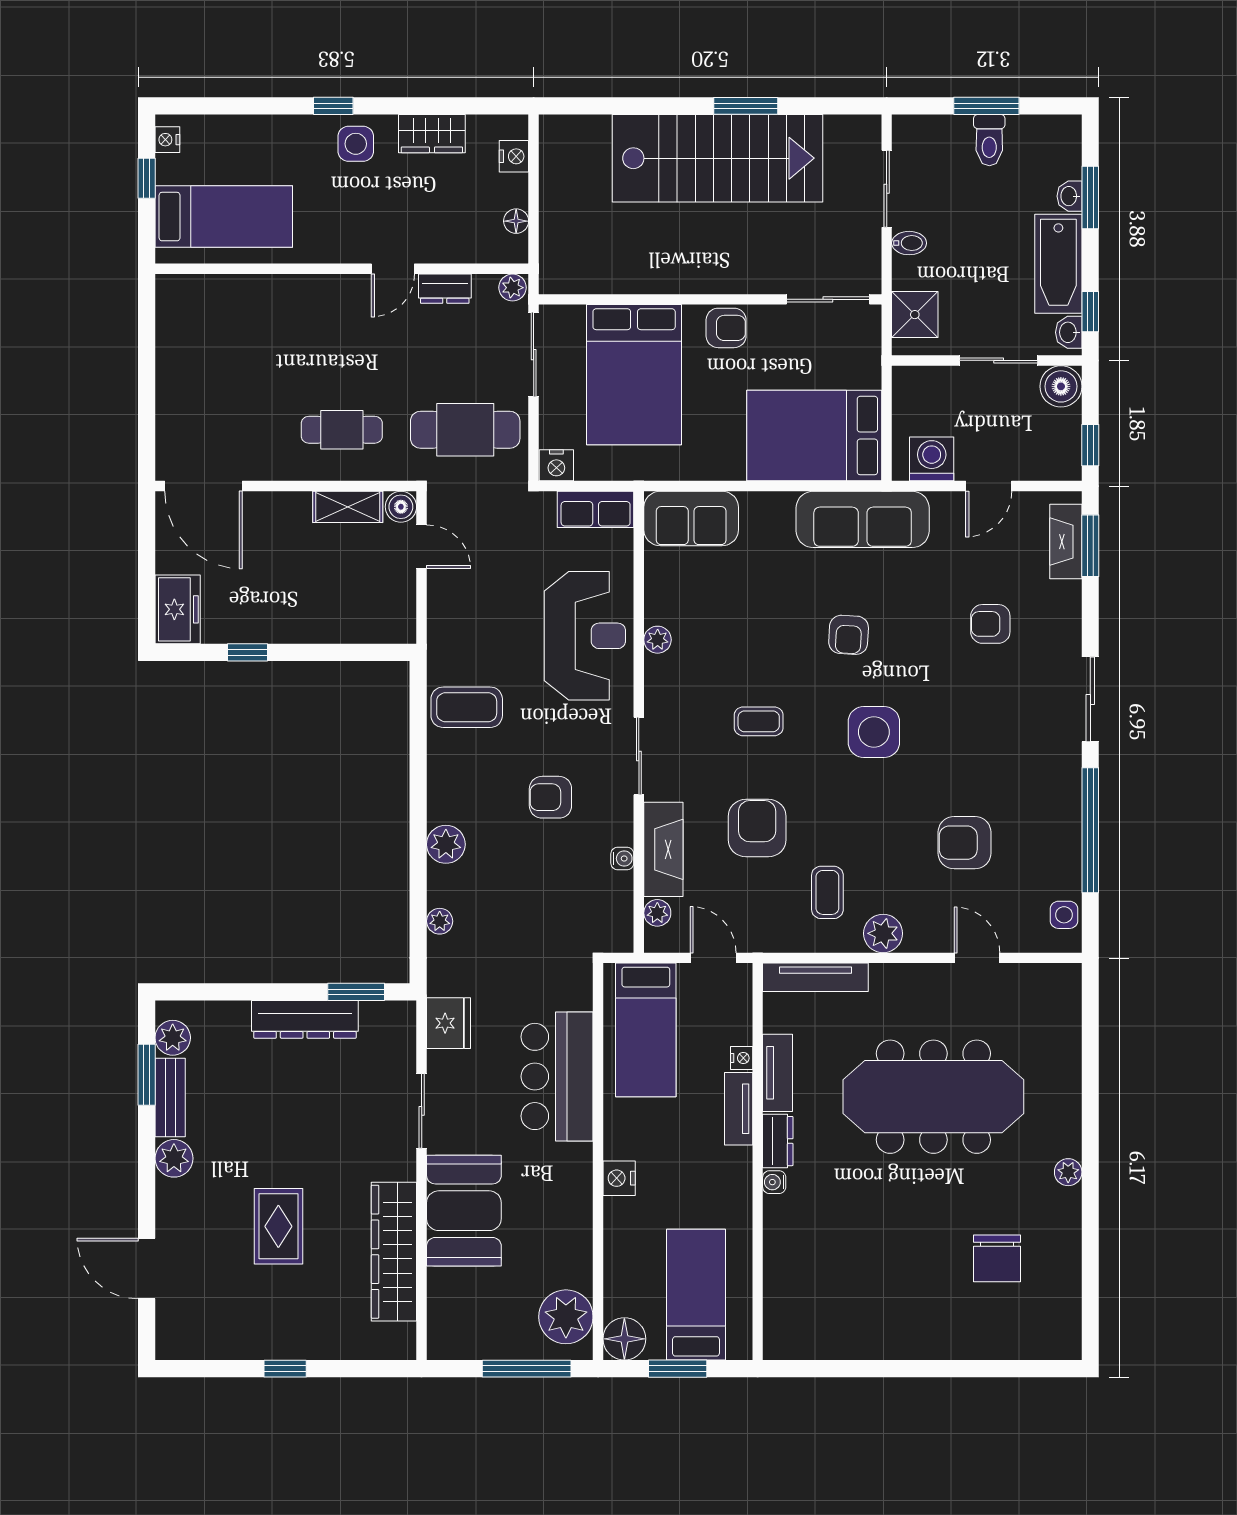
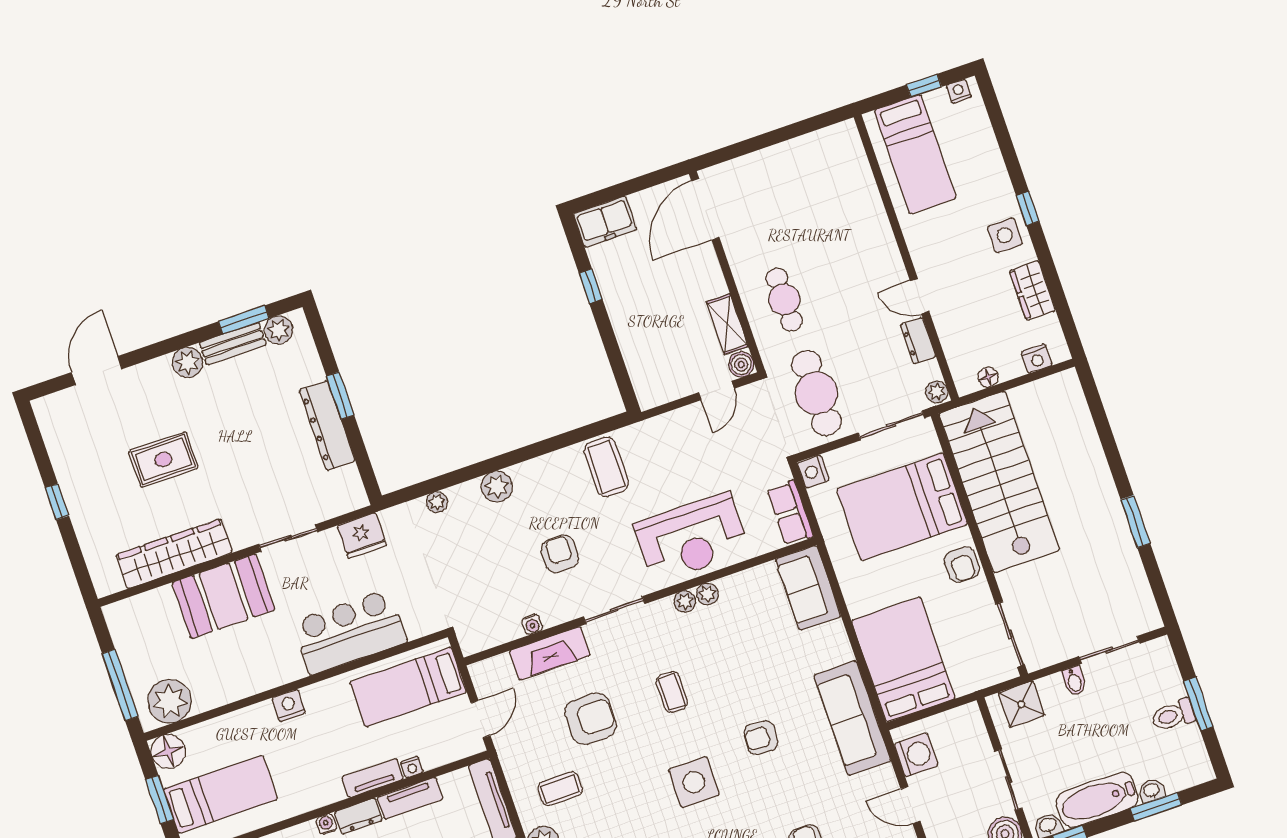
stairs: (718, 158) -> (999, 482), moved, turned 180
plant: (657, 913) -> (685, 601), moved
window: (356, 992) -> (340, 396), moved

